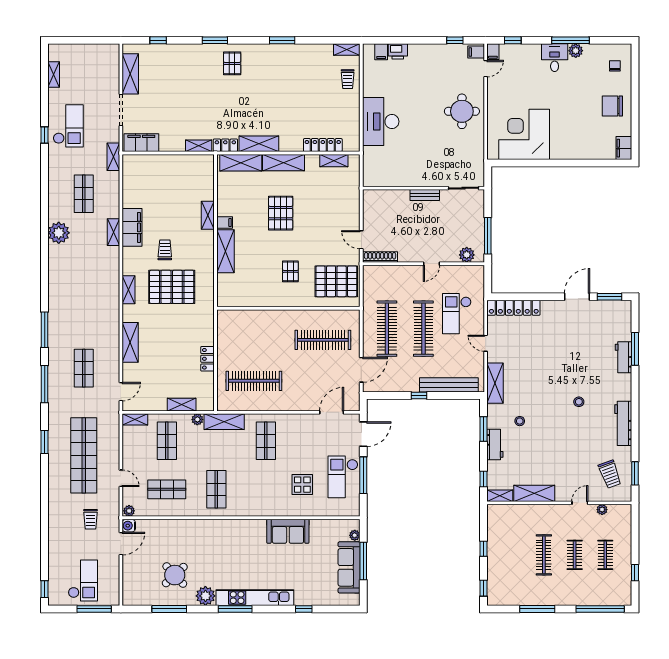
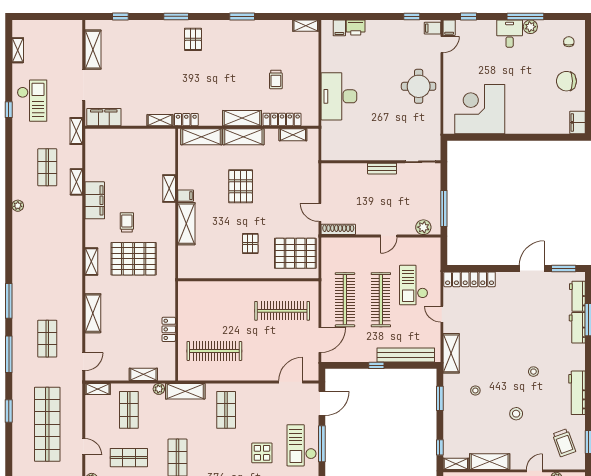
trolley: (348, 79) -> (276, 79), moved
shelving: (259, 144) -> (242, 118), moved
shelving: (113, 232) -> (76, 182), moved
plant: (59, 233) -> (18, 206), width x0.53, depth x0.53
workbench: (495, 444) -> (577, 296), moved, turned 180
stool: (561, 445) -> (516, 414), added

